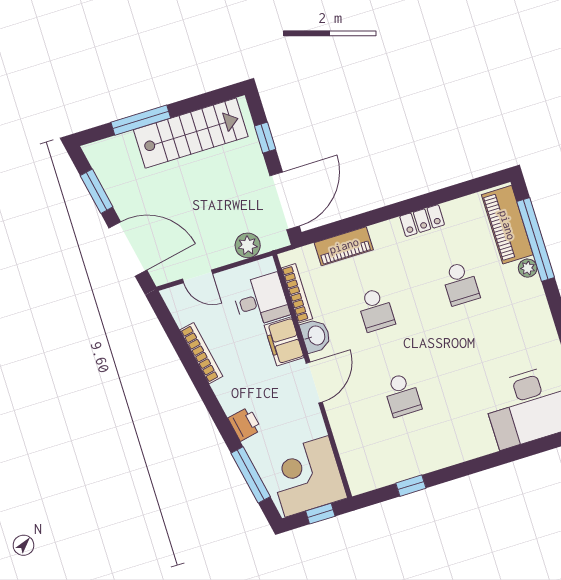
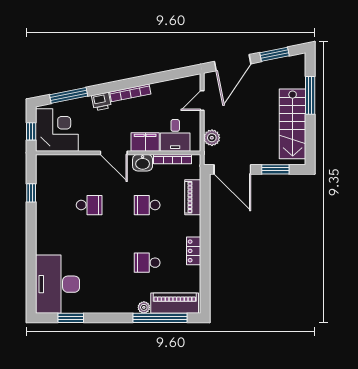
window: (265, 138) -> (275, 169), width x1.50
bookcase: (201, 353) -> (130, 93), moved
school desk: (402, 395) -> (89, 205), turned 180

